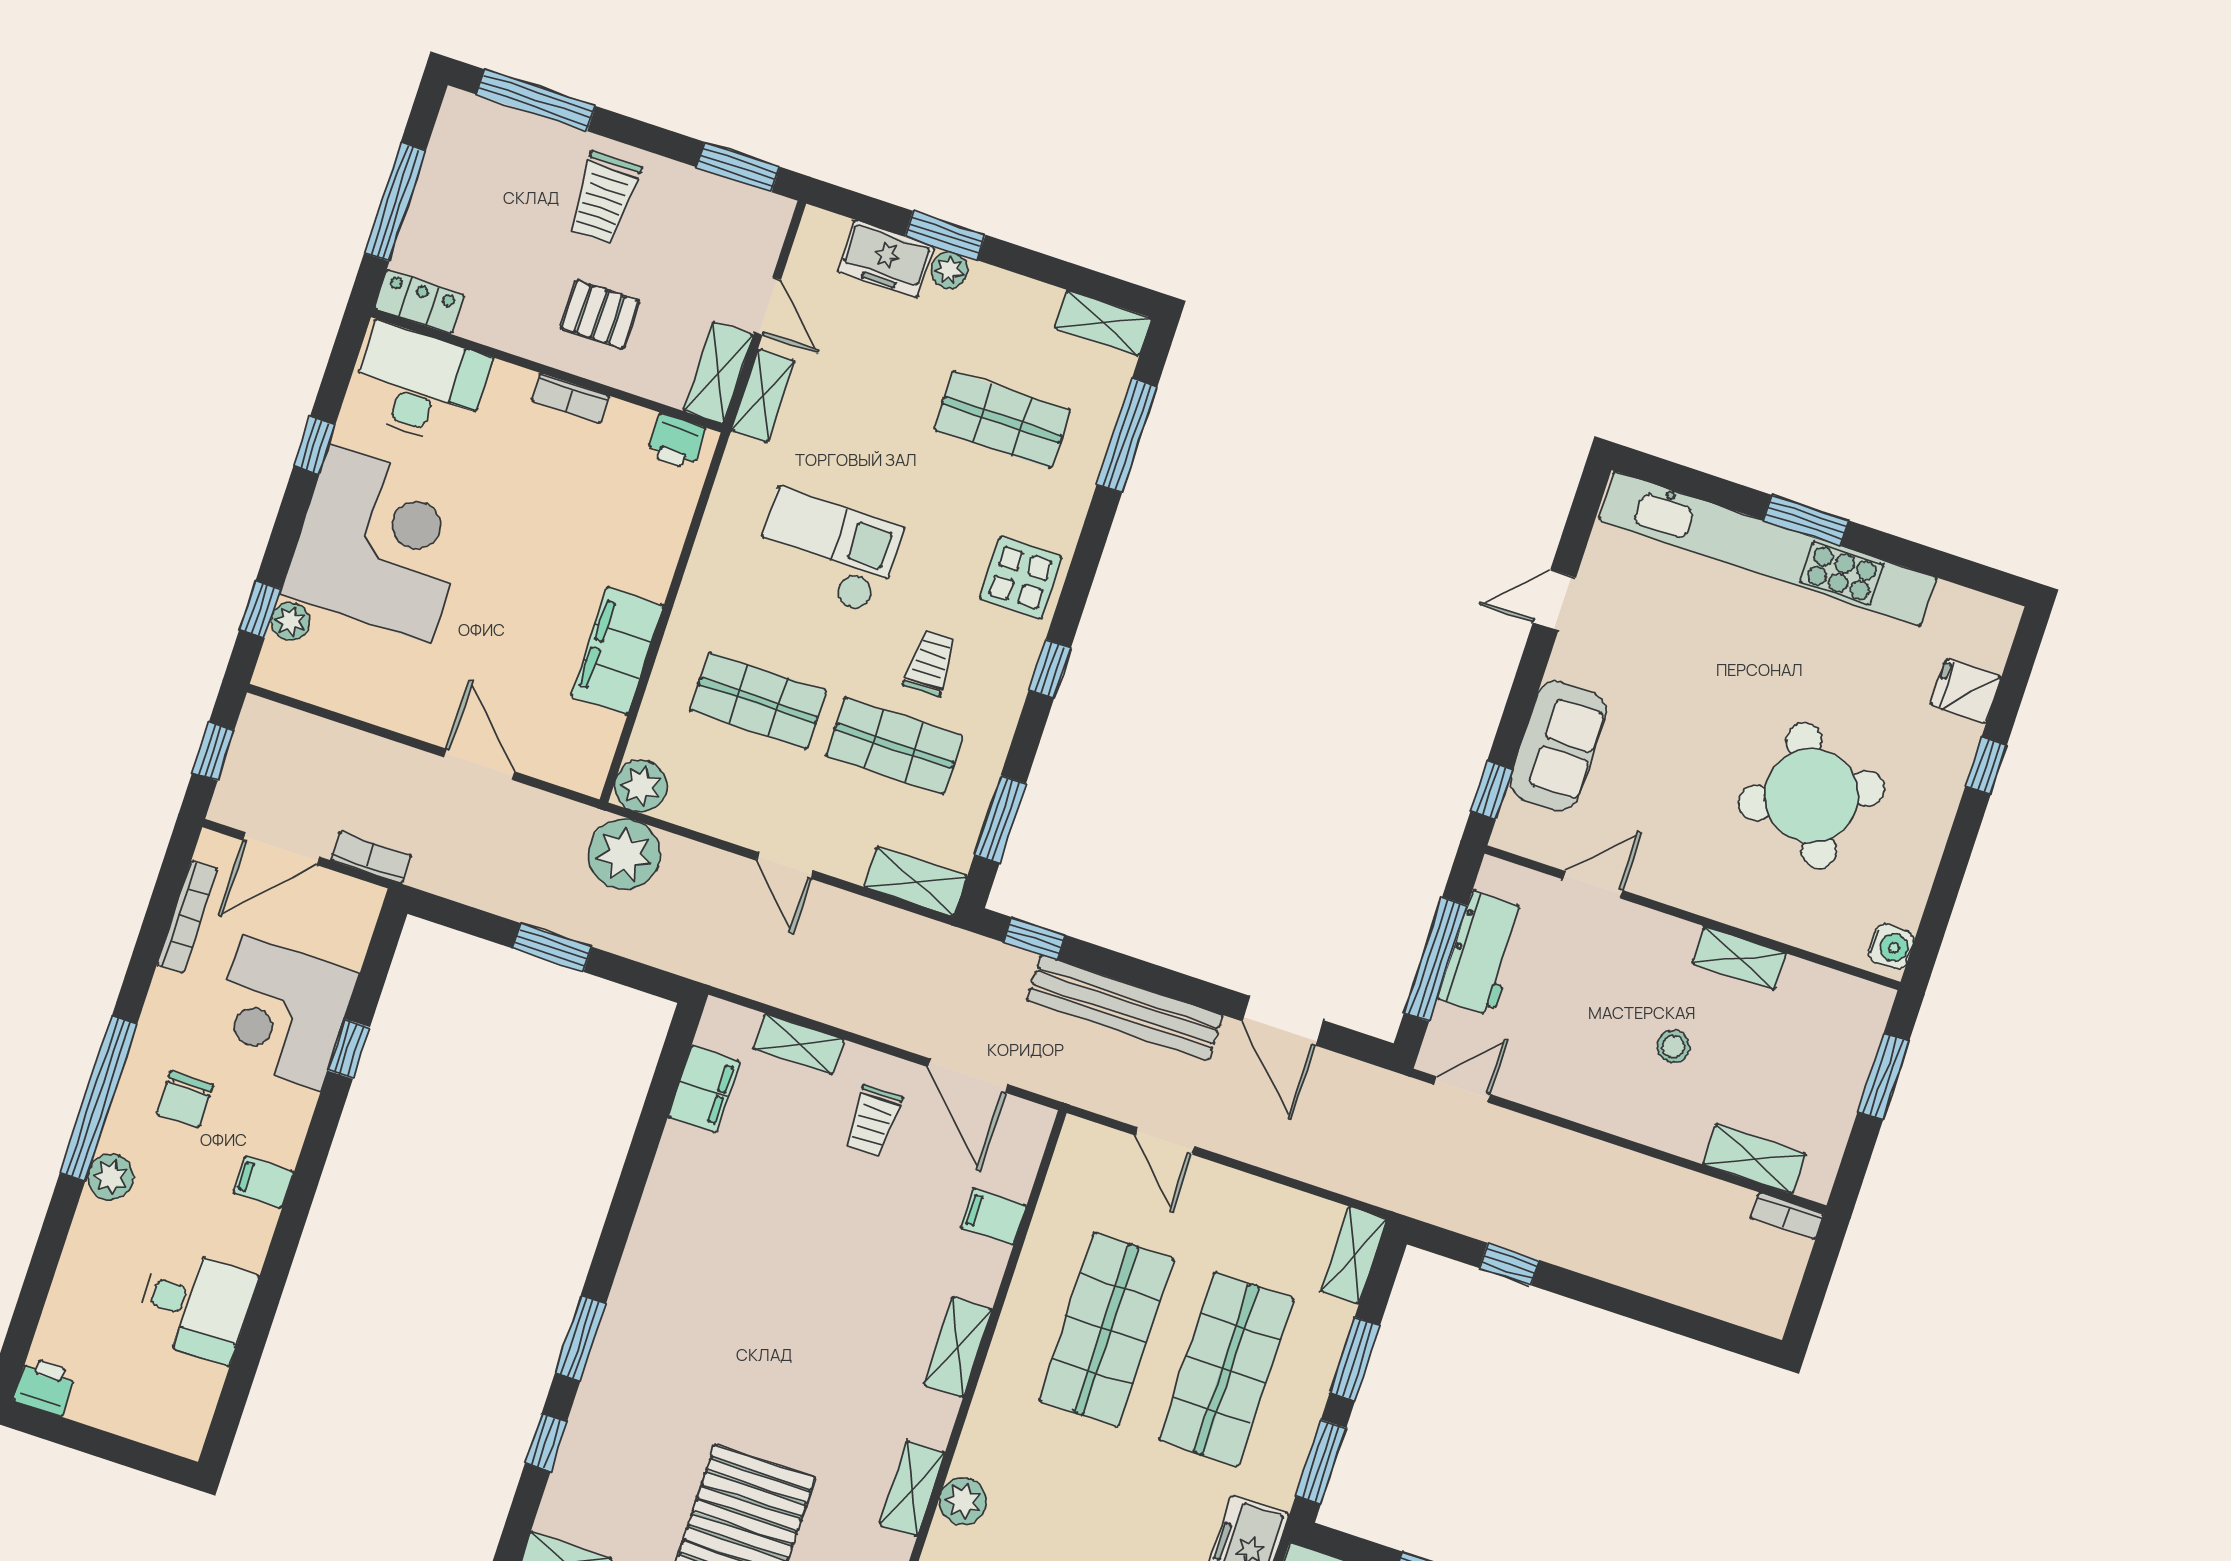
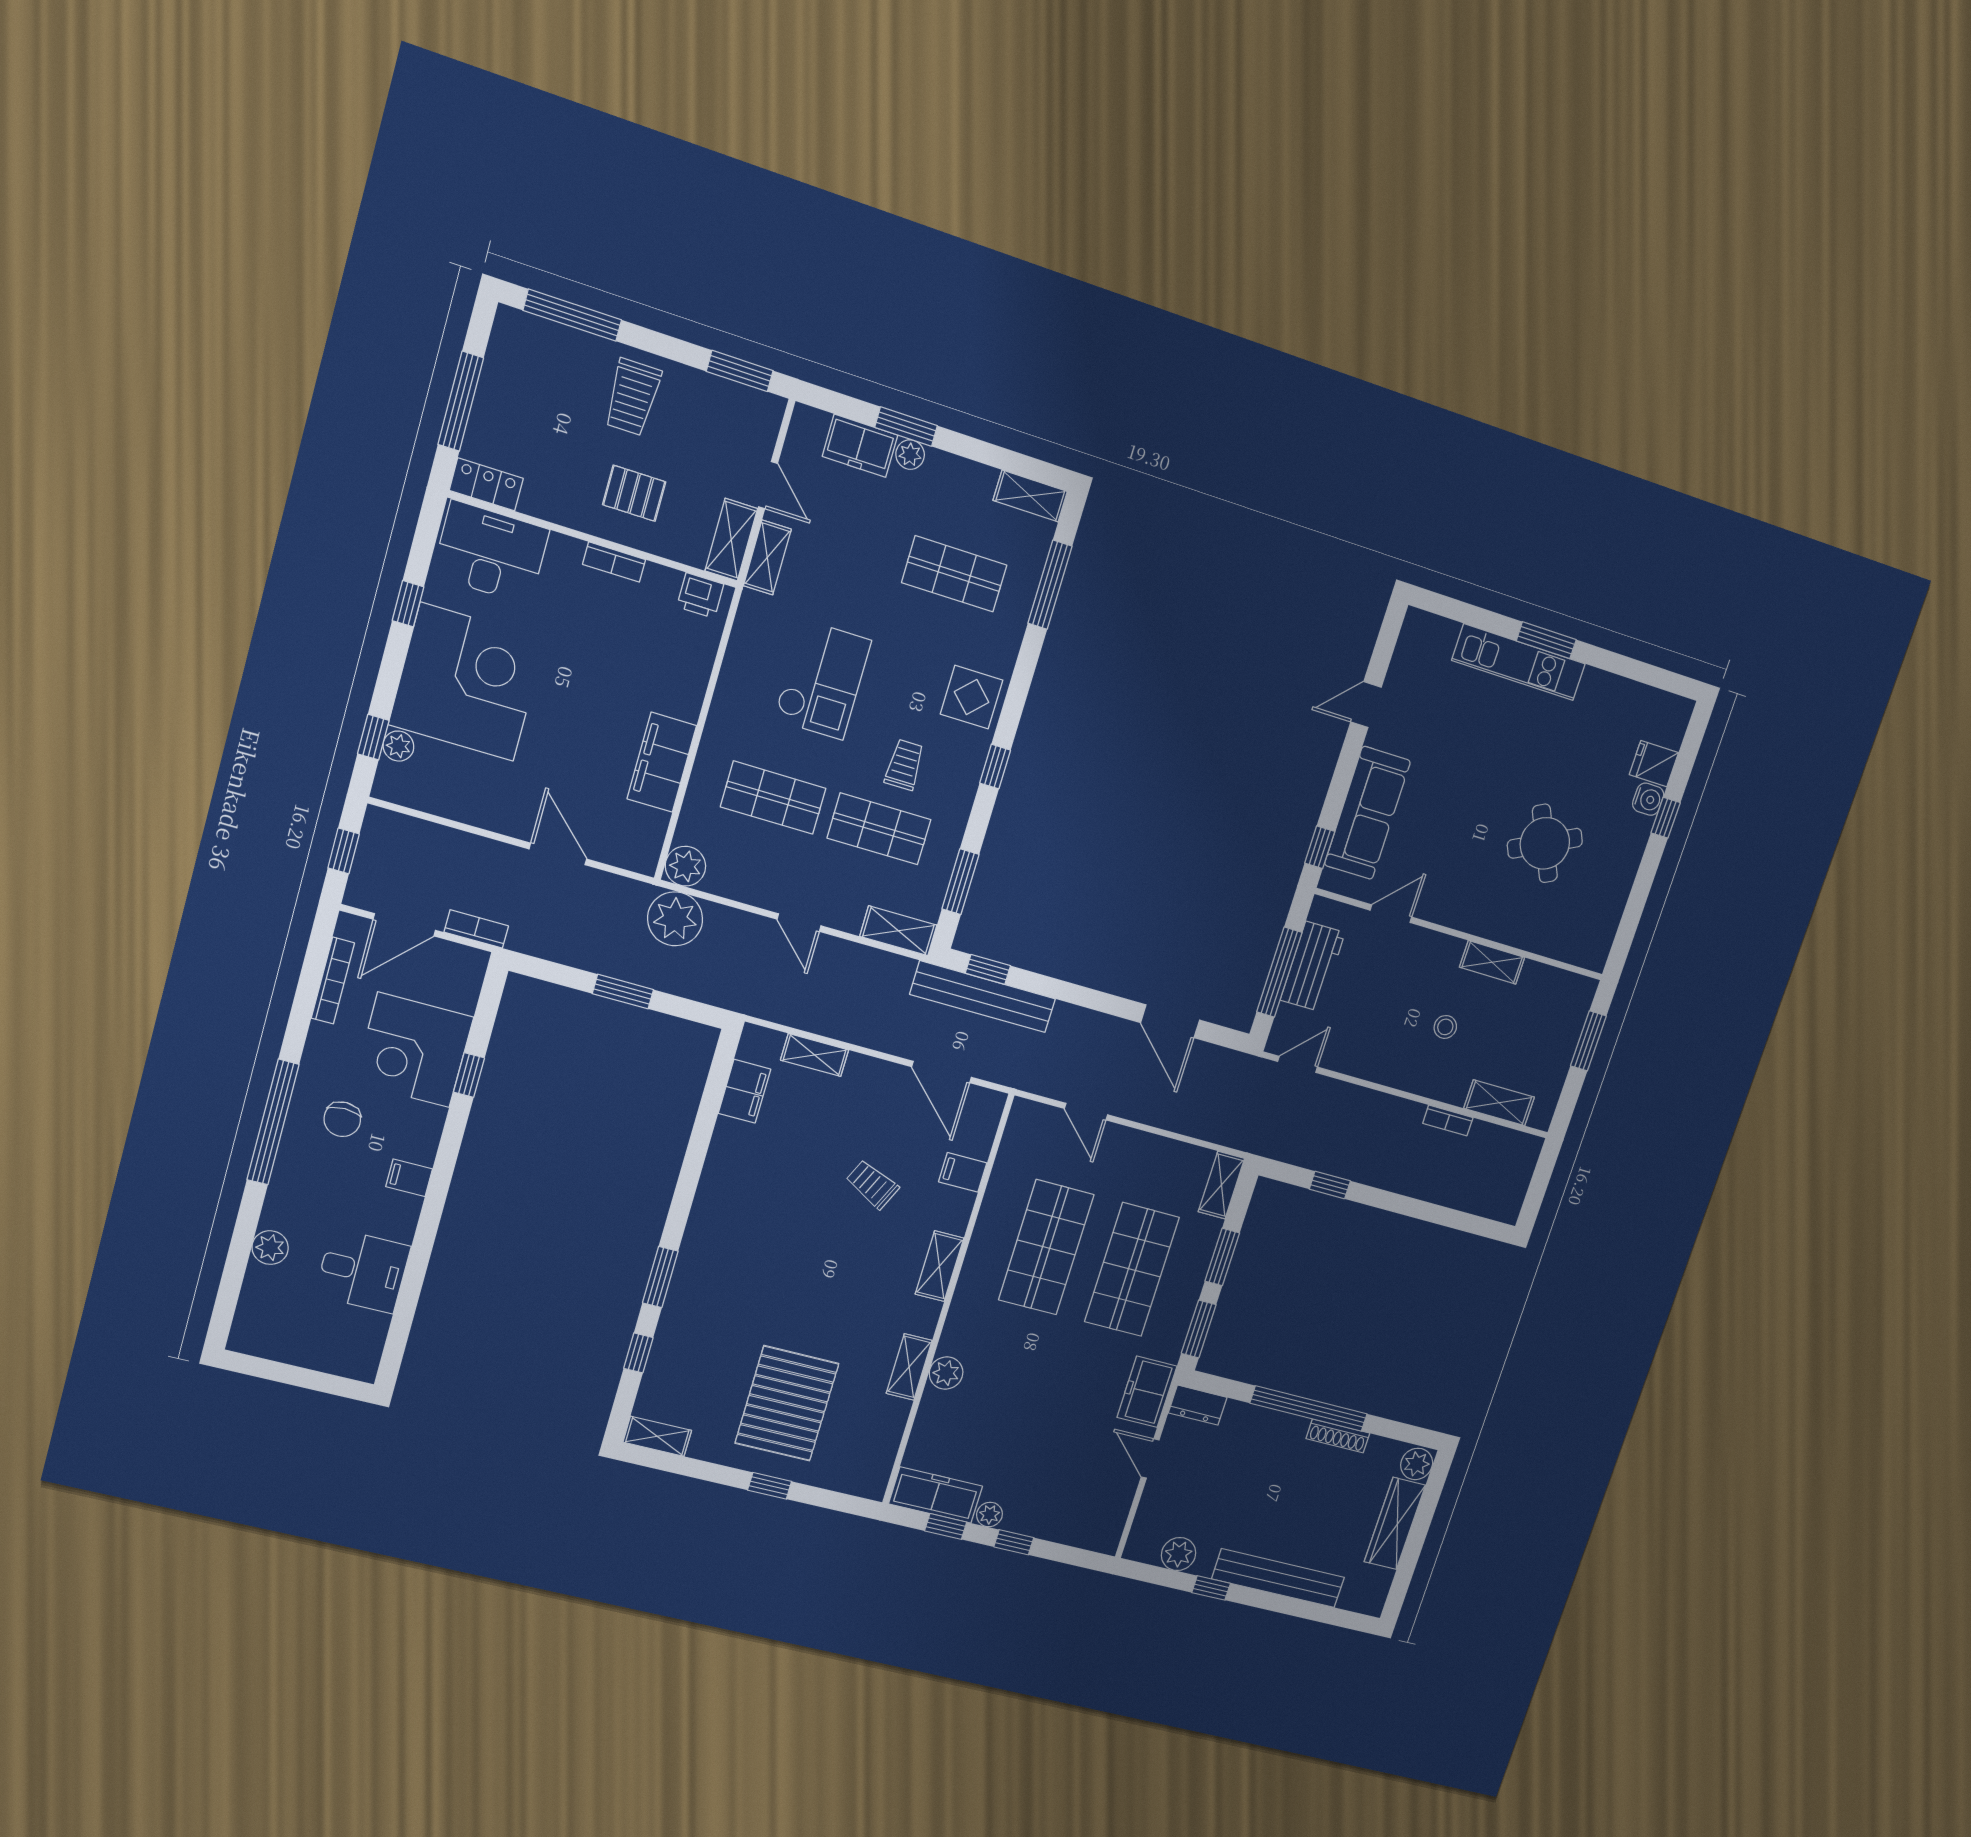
kitchen unit: (1768, 549) -> (1519, 662), width x0.54
checkout: (827, 551) -> (822, 680), turned 90
sofa: (1558, 746) -> (1367, 813), width x1.36
round table: (1811, 796) -> (1545, 843), width x0.73, depth x0.73
water cooler: (1891, 946) -> (1648, 799), moved
bench: (1125, 1008) -> (983, 997), moved
trolley: (873, 1121) -> (872, 1184), moved, turned 115
plant: (110, 1177) -> (270, 1248), moved
bookcase: (1787, 1216) -> (1448, 1120), moved
printer: (45, 1386) -> (249, 1338), removed

